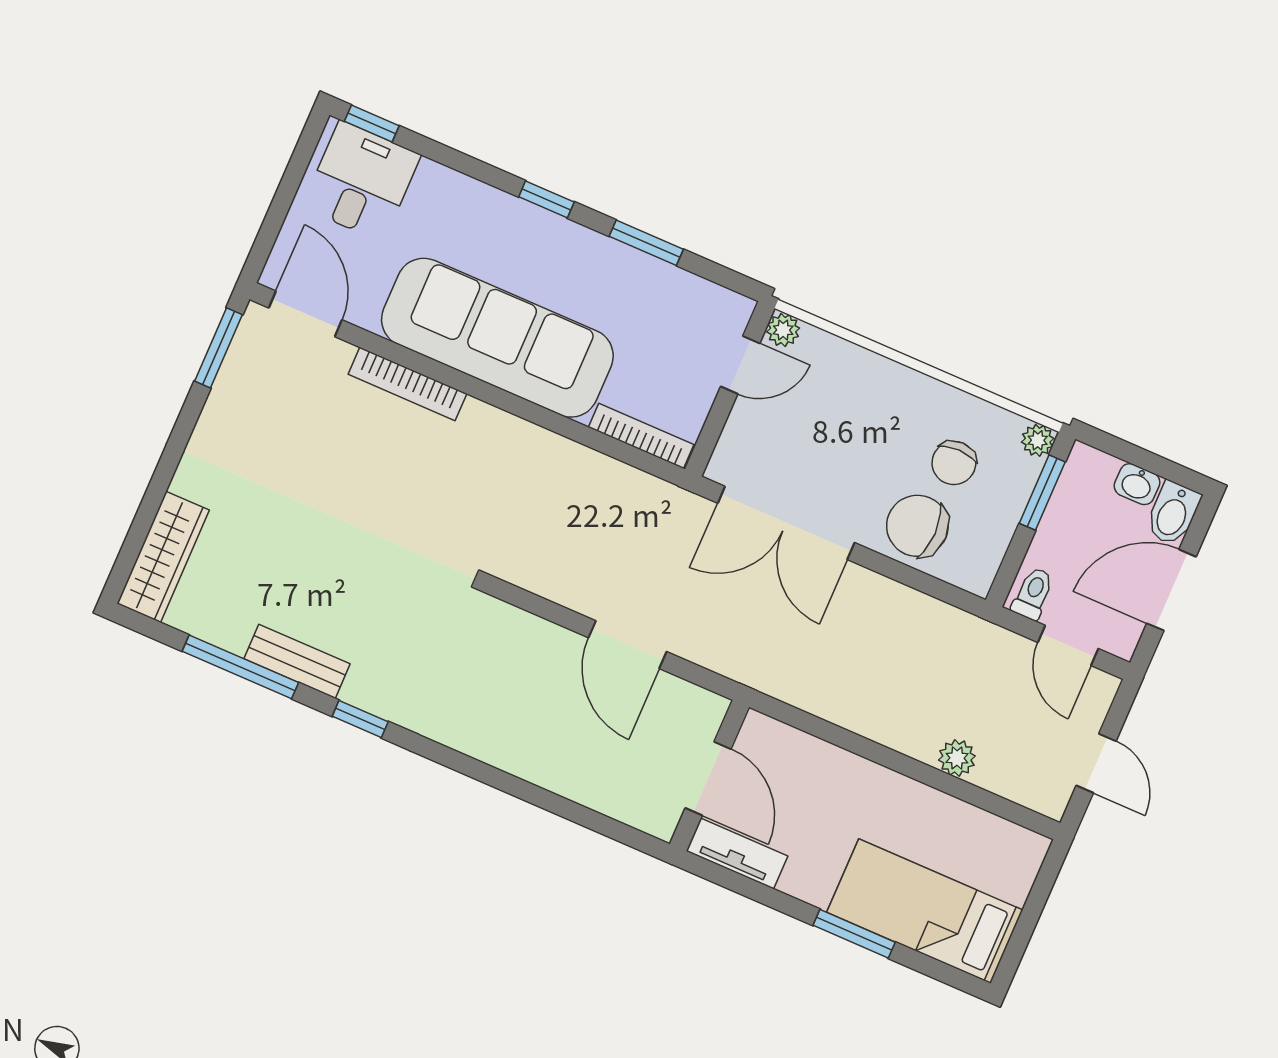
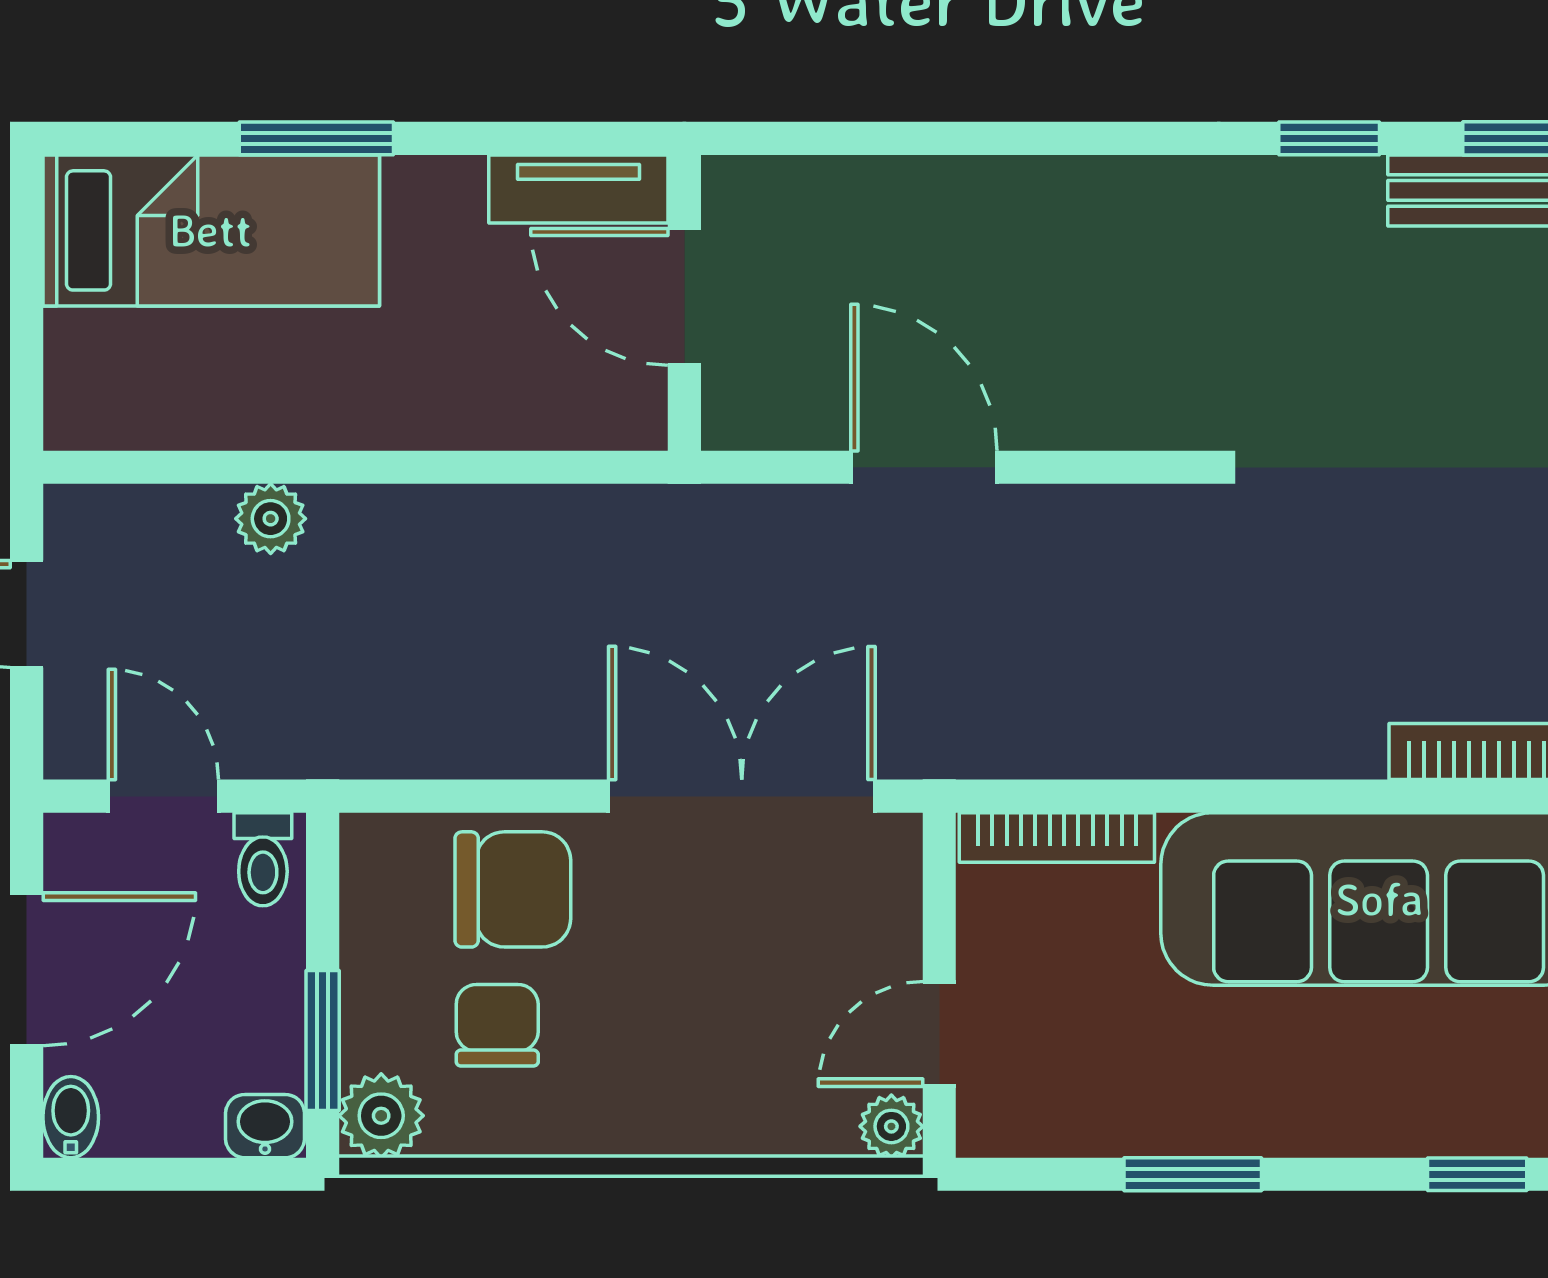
window: (546, 199) -> (1477, 1174), moved
plant: (1038, 440) -> (381, 1116), width x1.38, depth x1.38
washbasin: (1137, 484) -> (265, 1126), moved
bidet: (1173, 513) -> (71, 1117), width x0.72, depth x0.74

